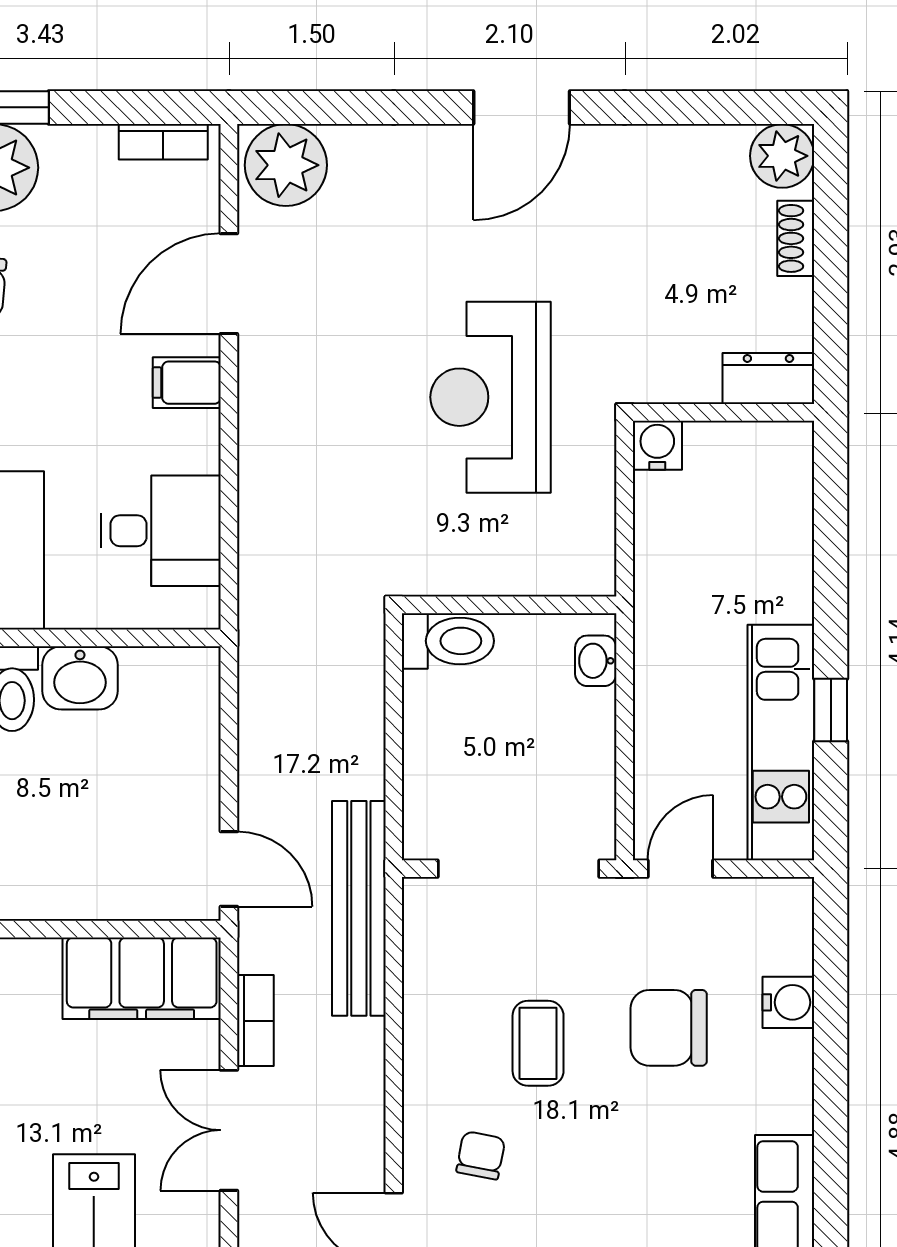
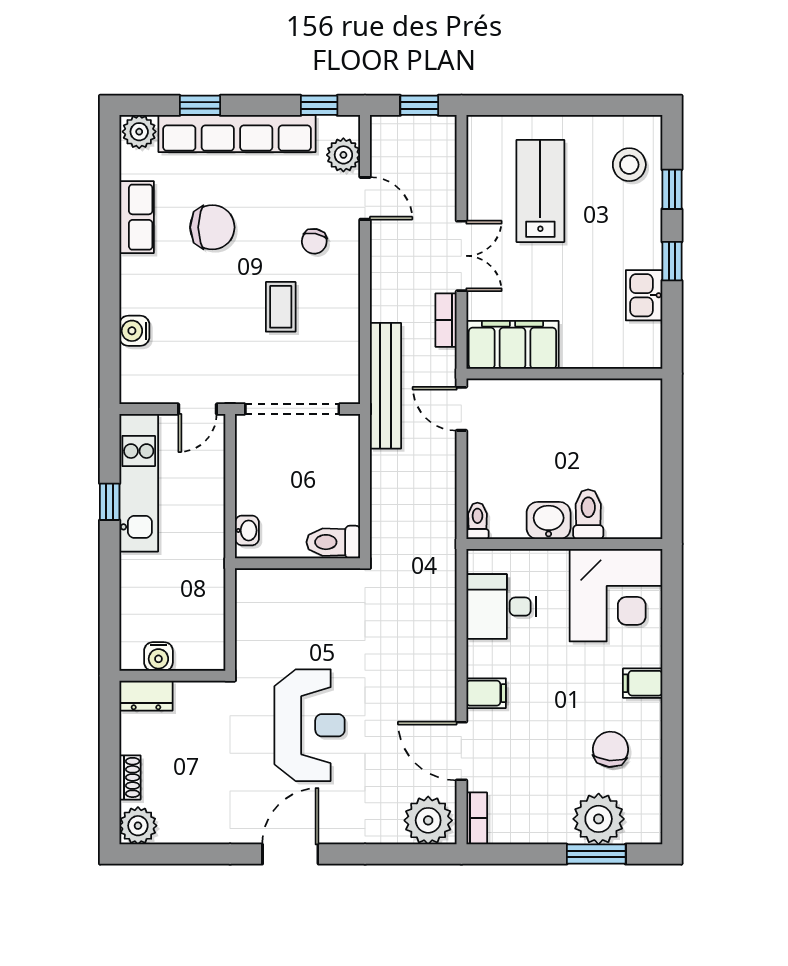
bookcase: (163, 142) -> (477, 818), moved, turned 90
door: (229, 284) -> (461, 751), swing flipped
reception desk: (491, 397) -> (310, 725), moved
water cooler: (657, 445) -> (158, 657), moved
toilet: (202, 677) -> (477, 521), added
chair: (669, 1028) -> (212, 227), moved

